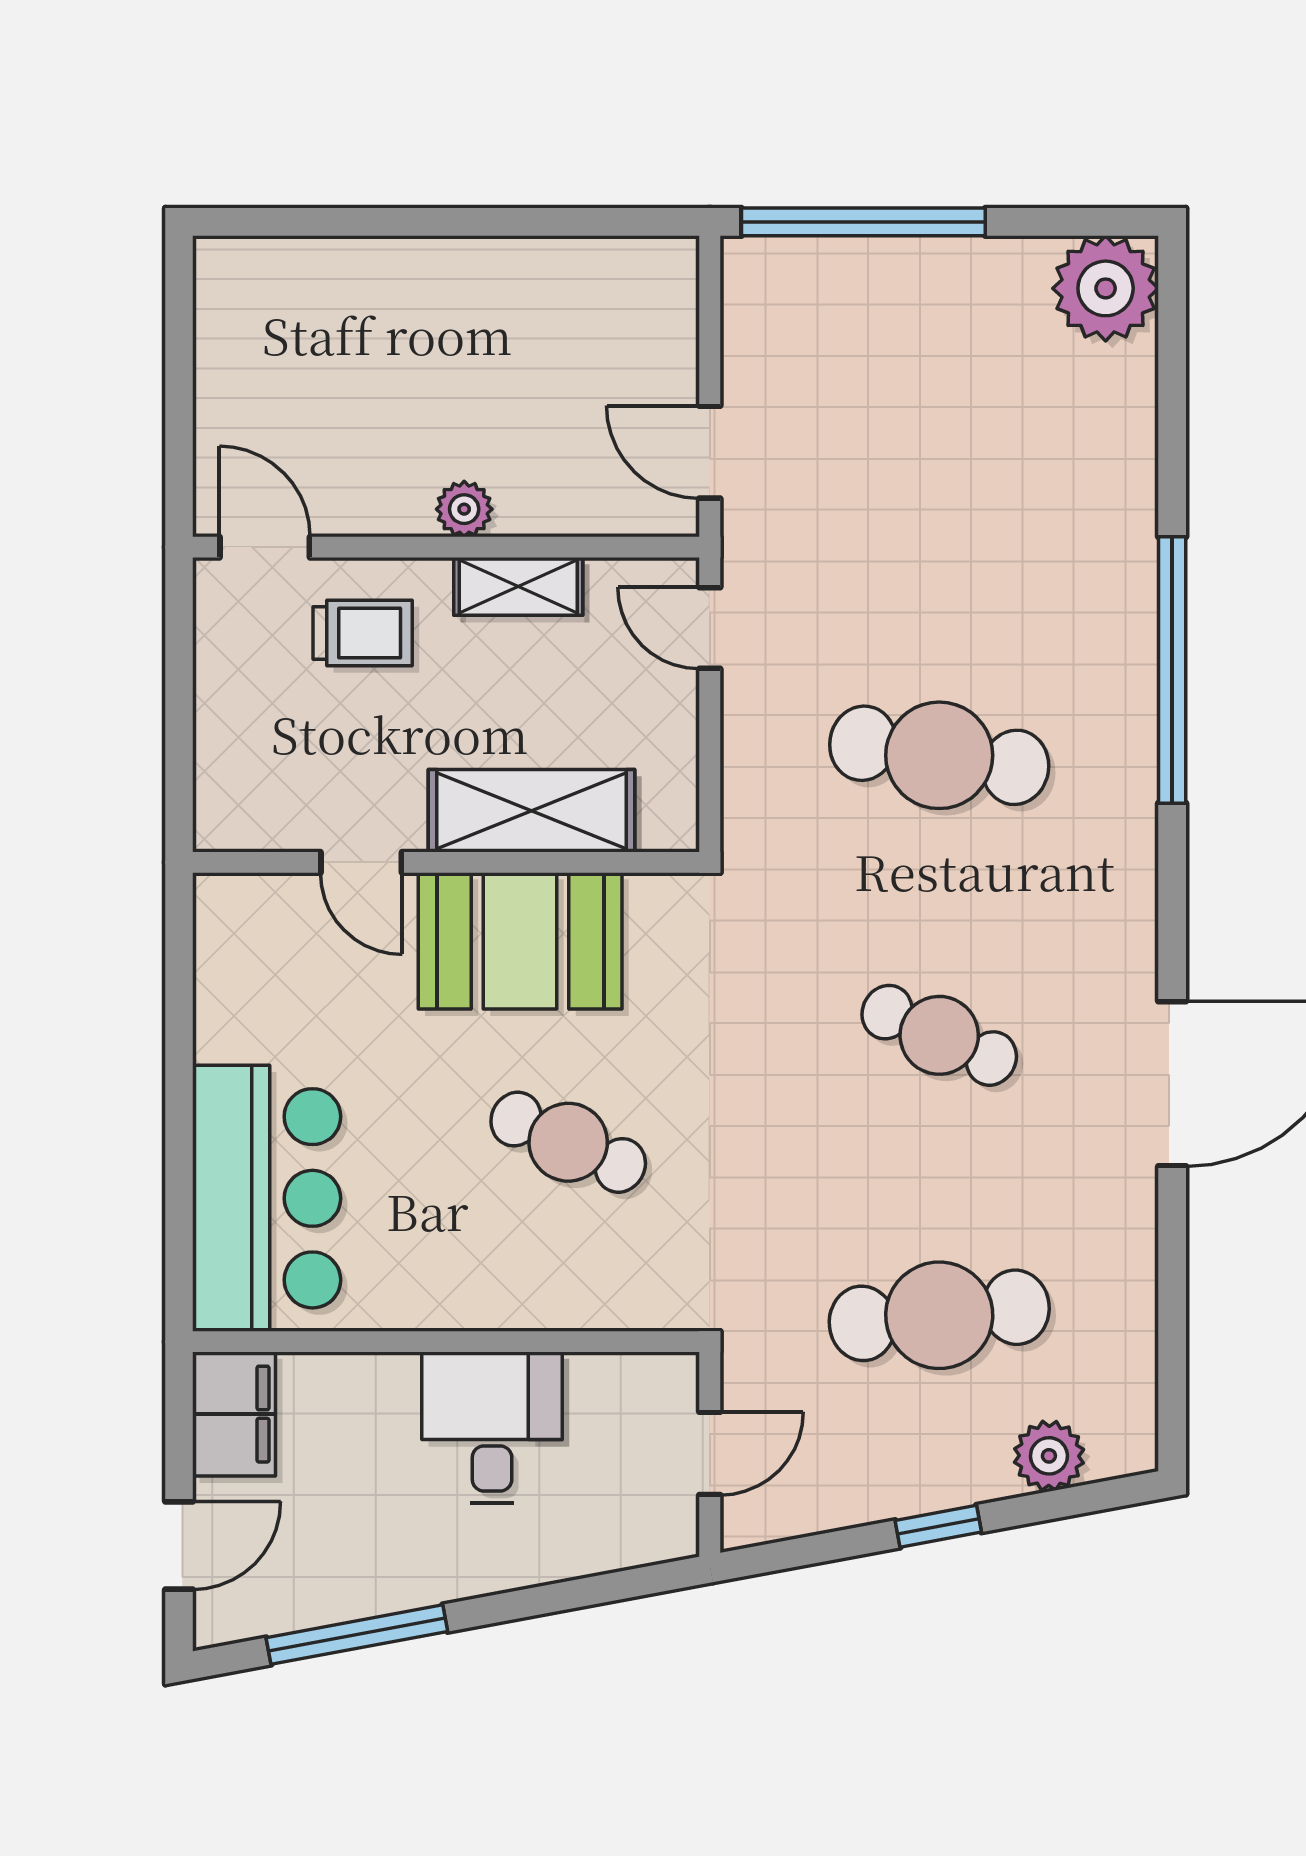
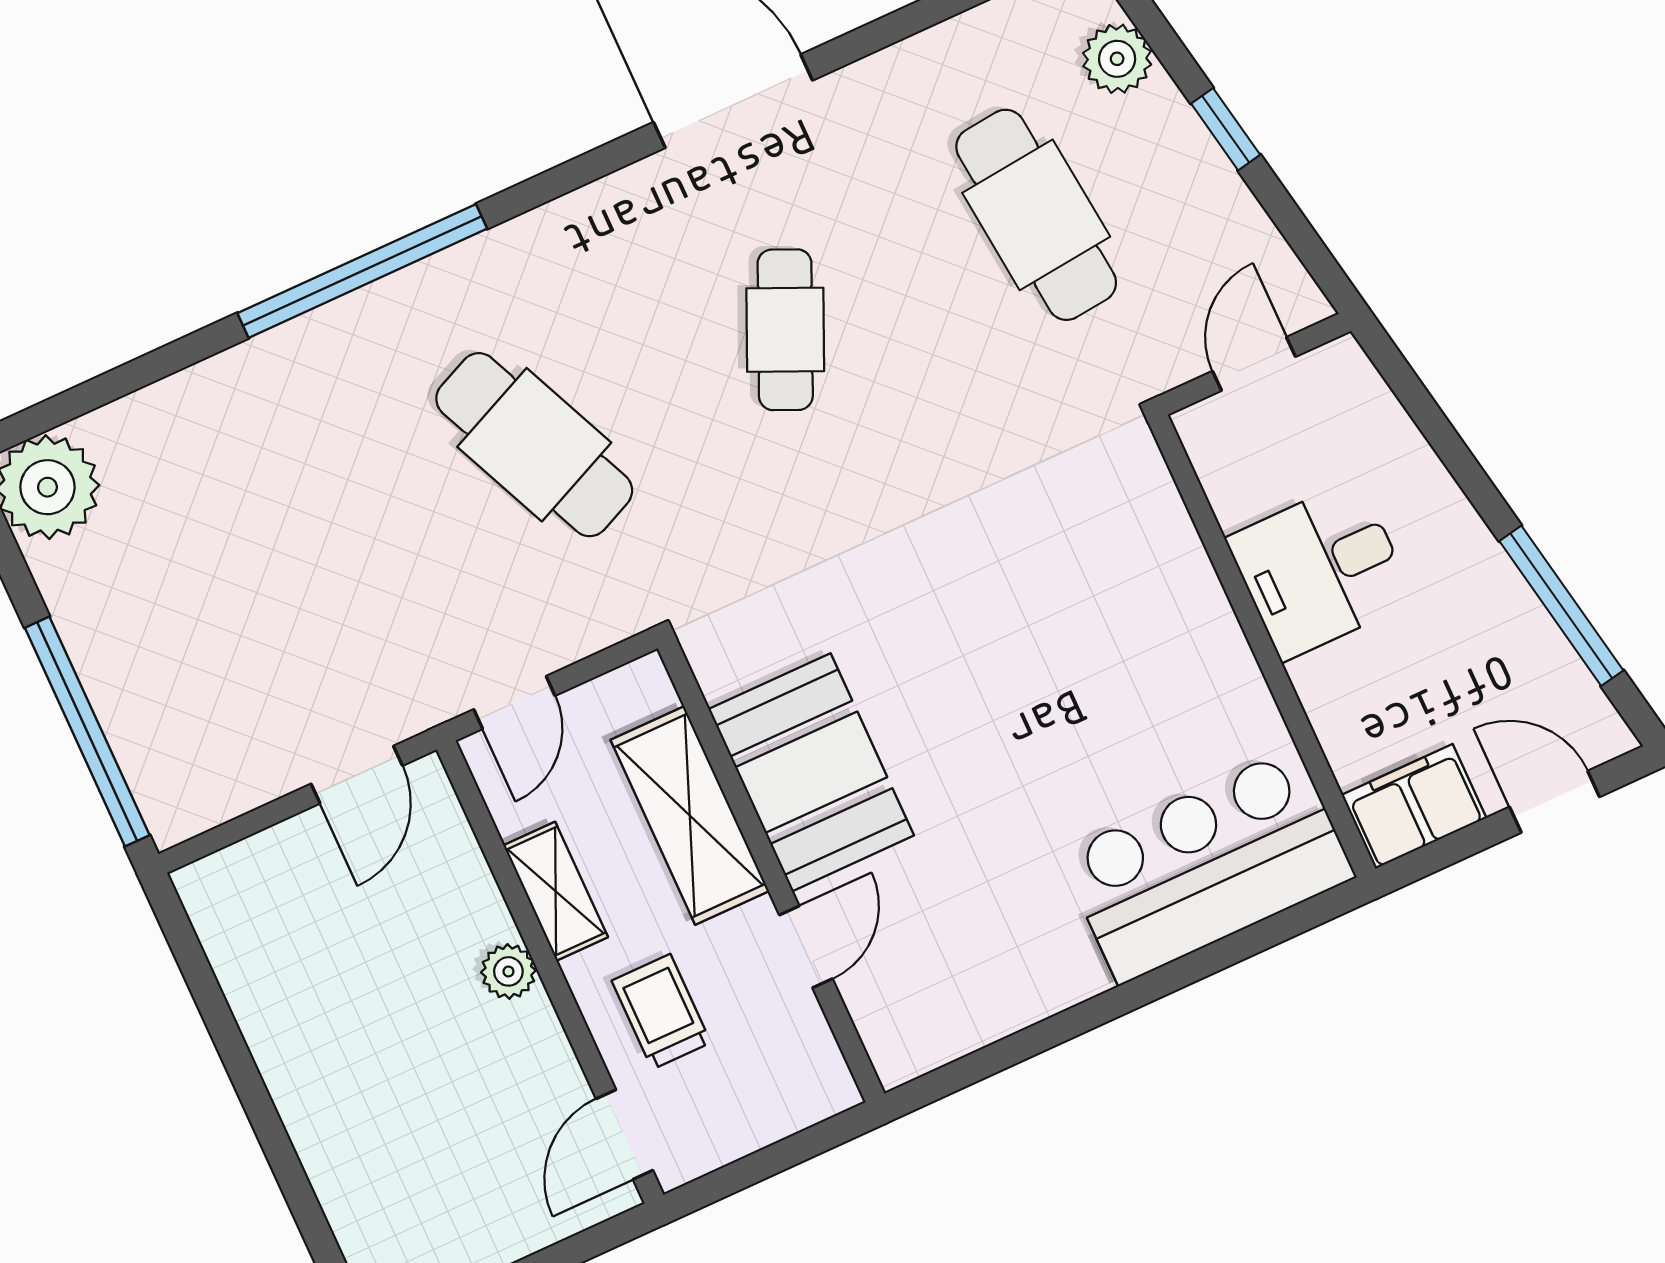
cafe table: (939, 755) -> (534, 445), turned -33
shelving: (531, 811) -> (690, 815), moved
door: (361, 862) -> (806, 947), moved
wall: (446, 862) -> (771, 871), moved
booth: (520, 941) -> (811, 772), moved
cafe table: (568, 1142) -> (1033, 618), removed
door: (710, 1453) -> (1254, 364), hinge flipped

